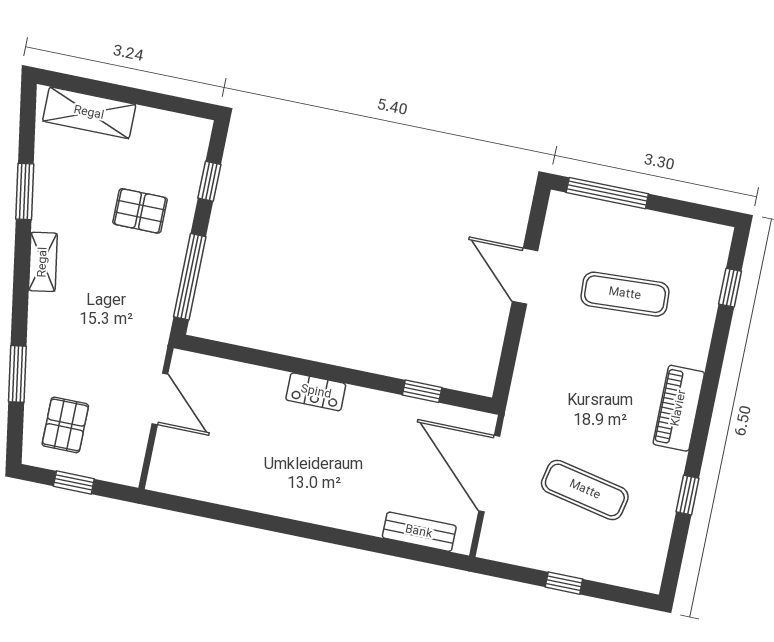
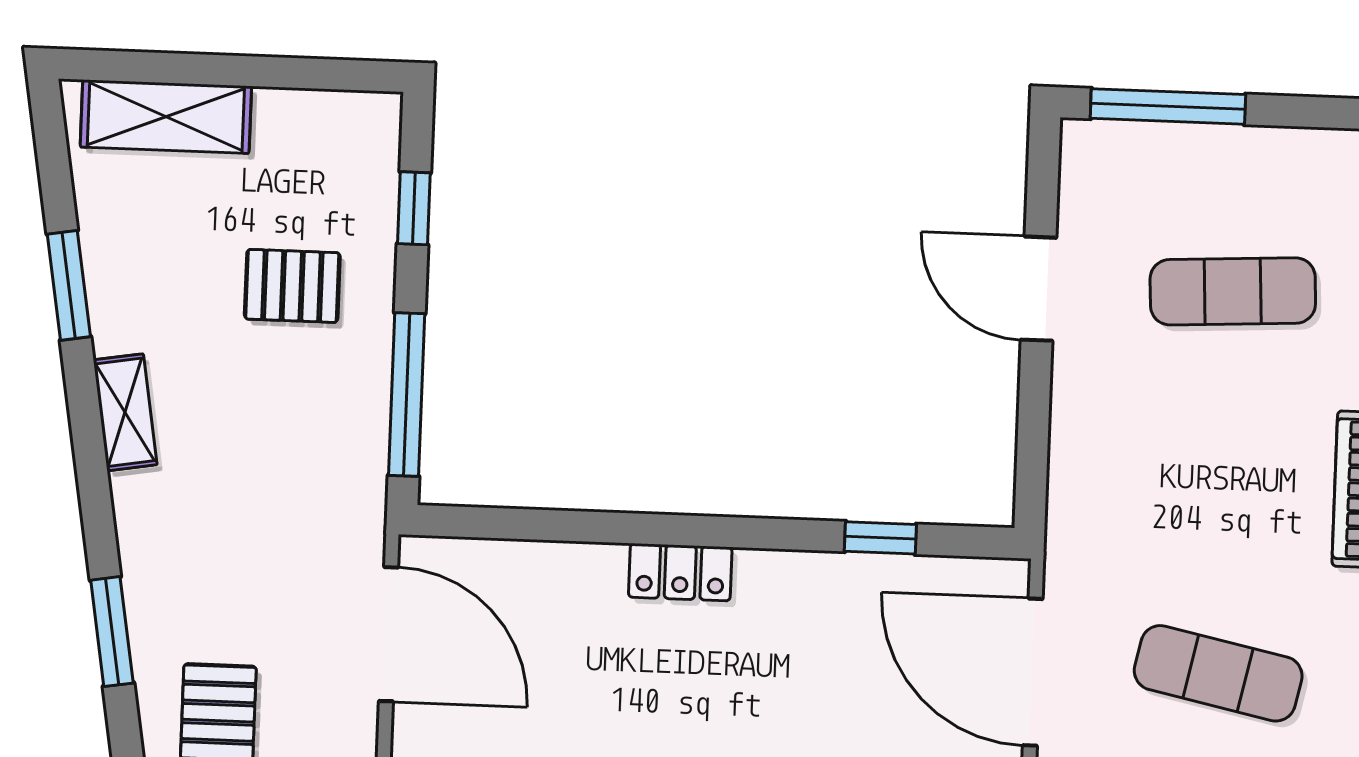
door: (160, 399) -> (389, 634), width x1.36

